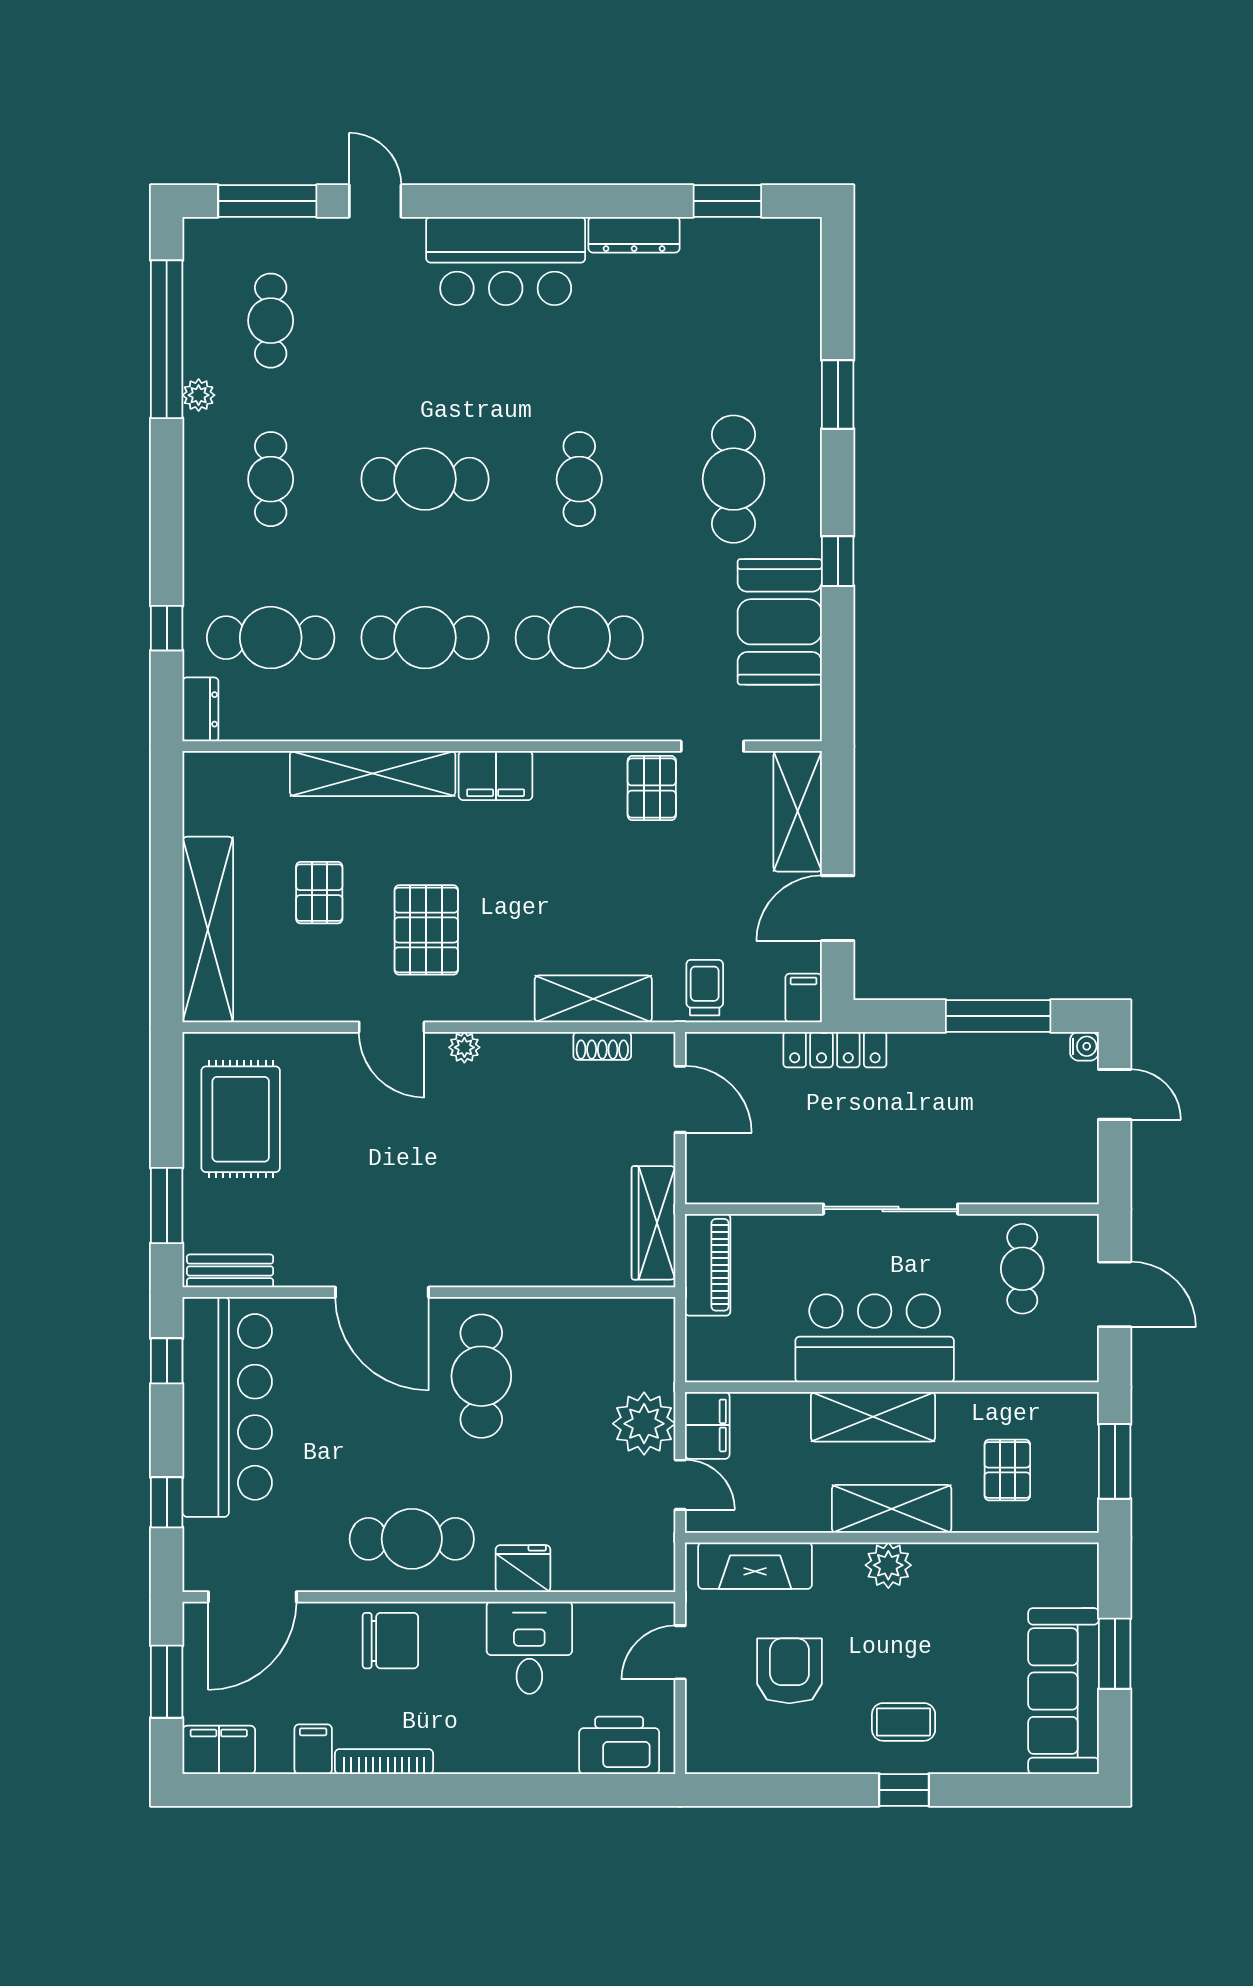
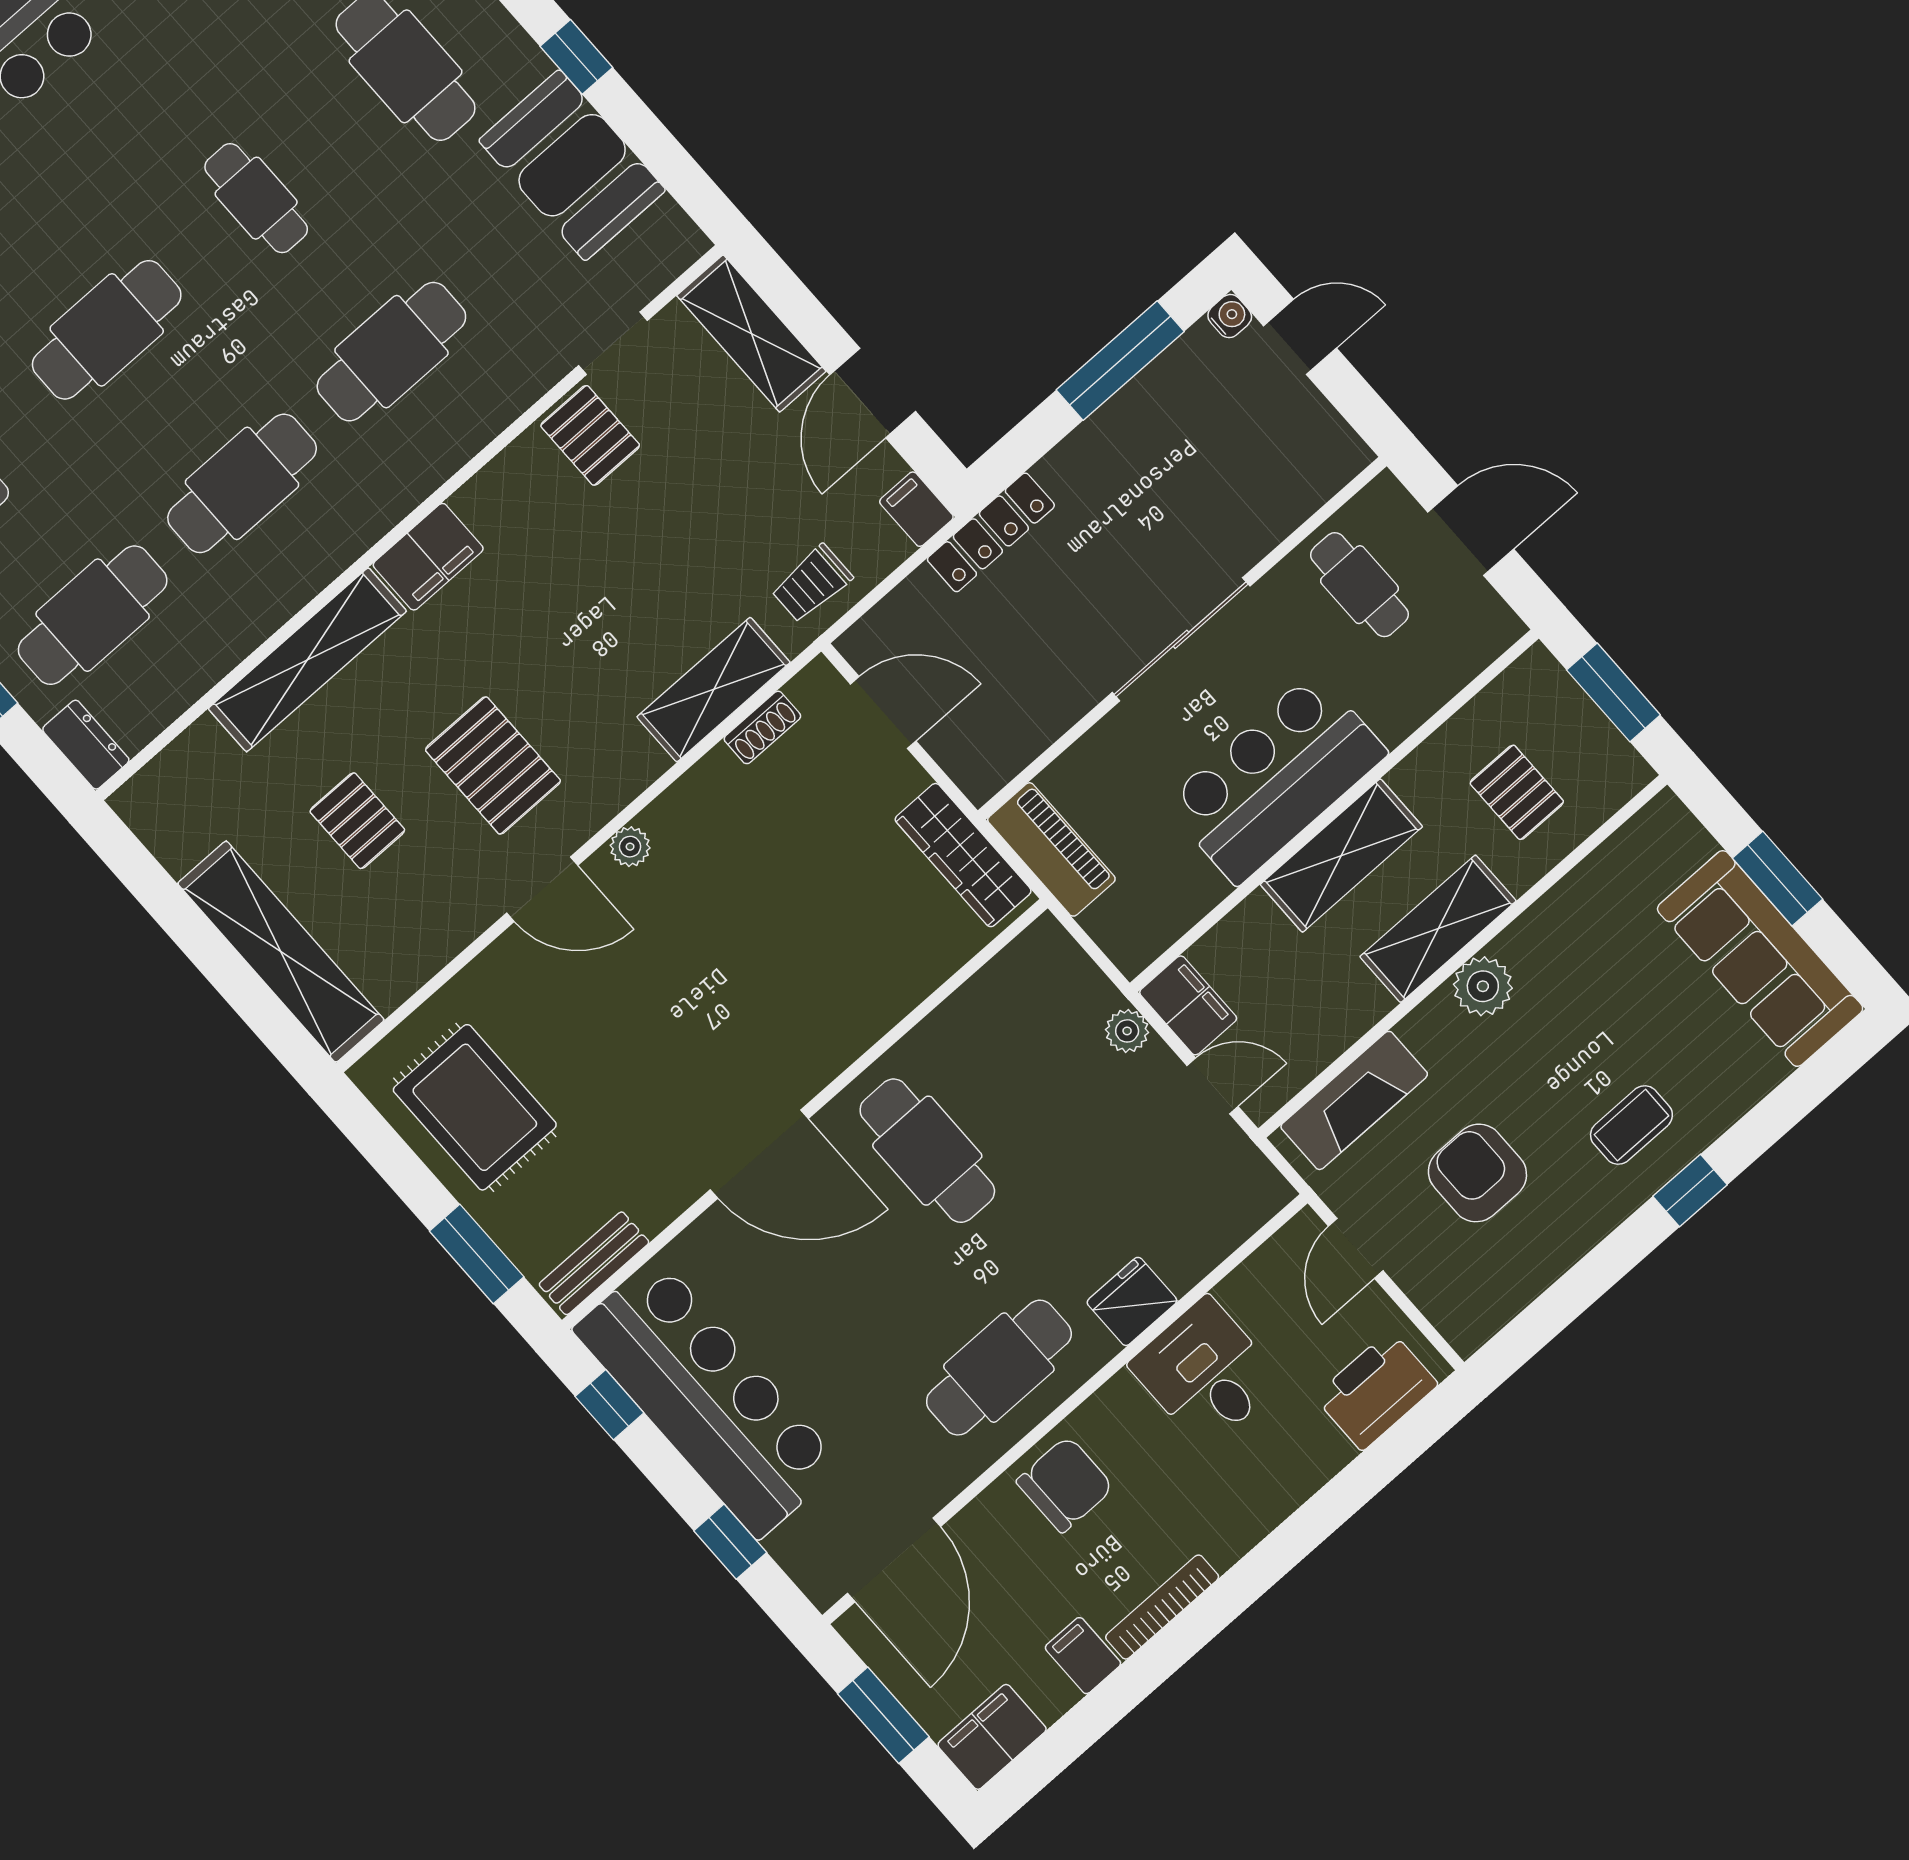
trolley: (705, 988) -> (812, 584), turned -90
plant: (644, 1424) -> (1127, 1031), width x0.53, depth x0.53

